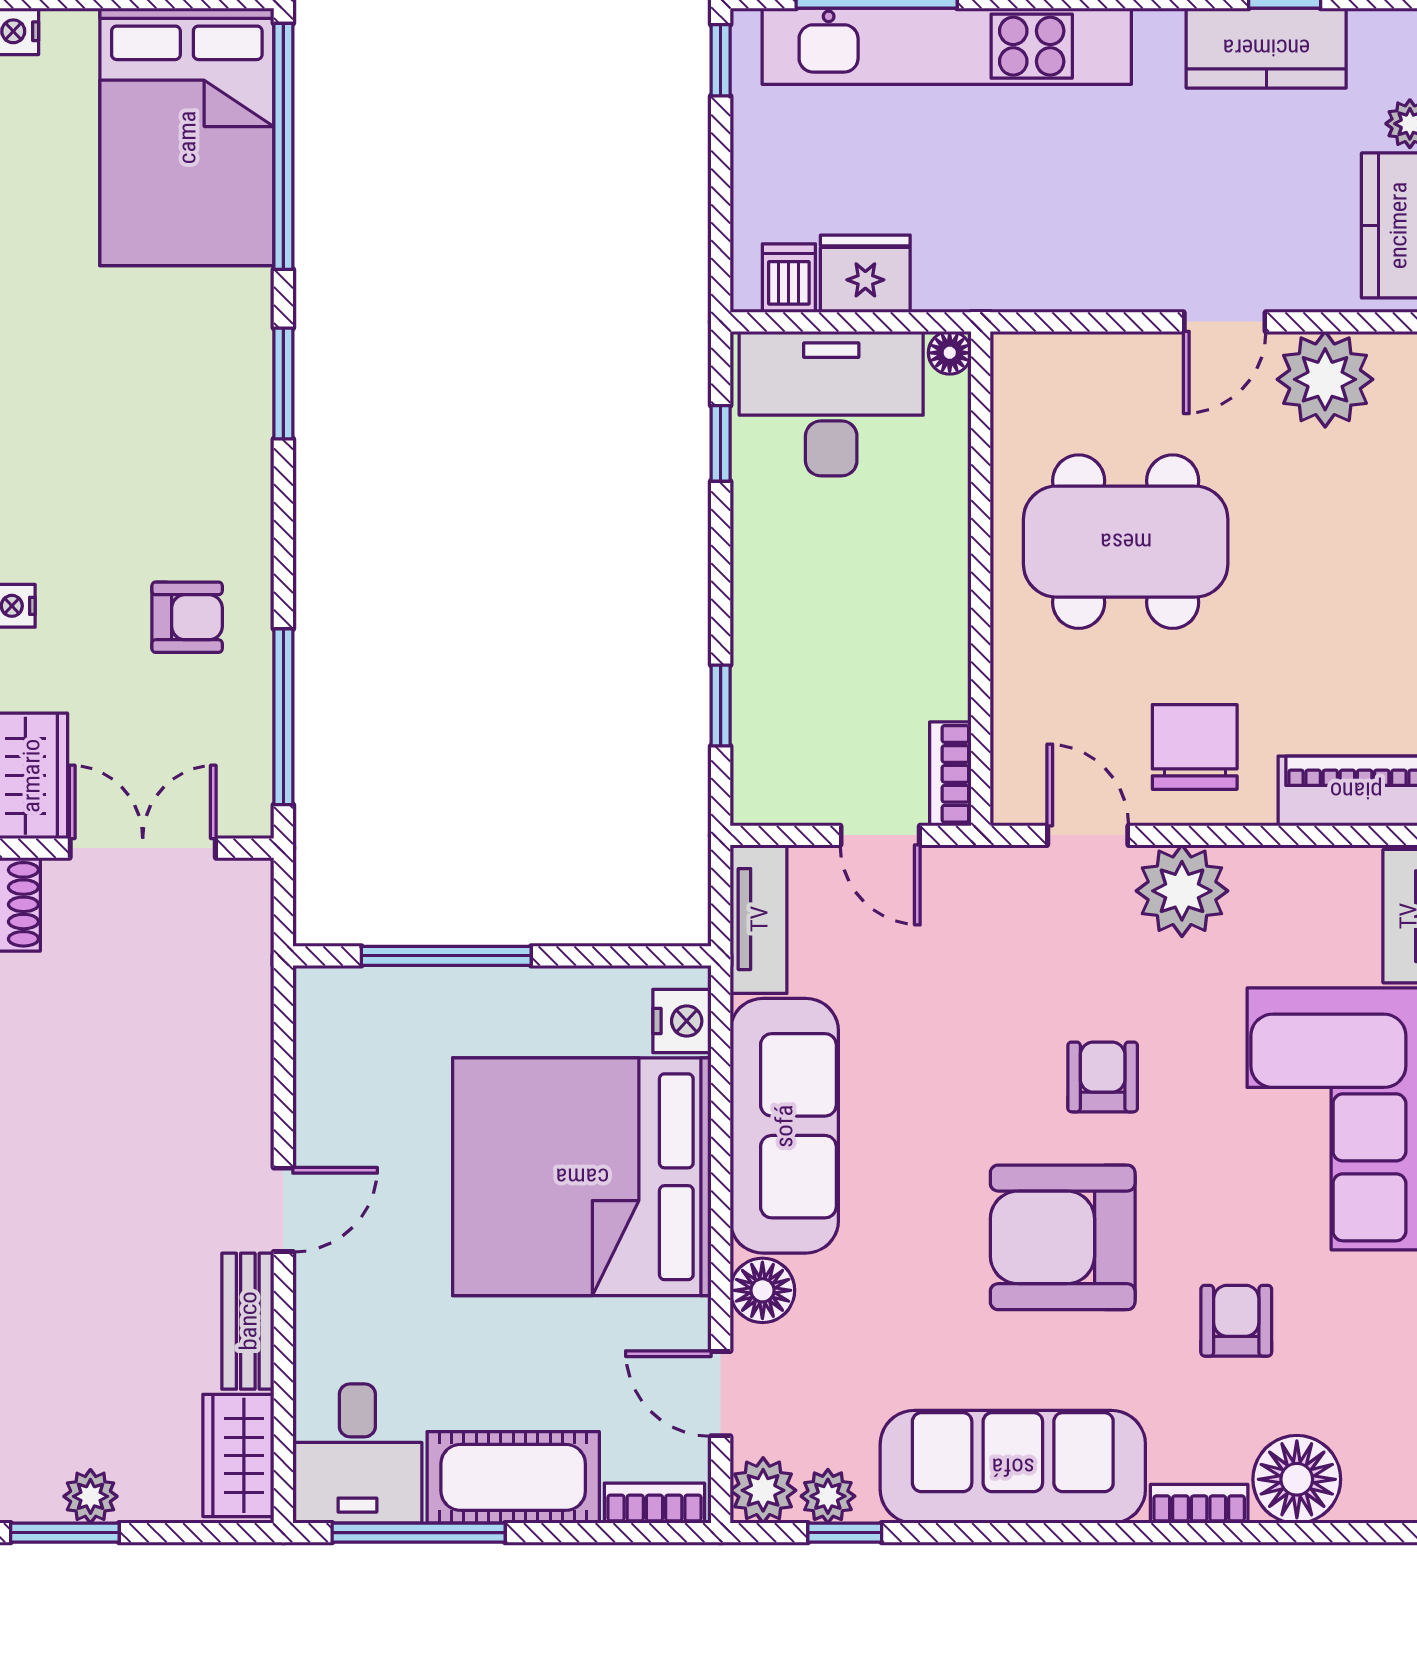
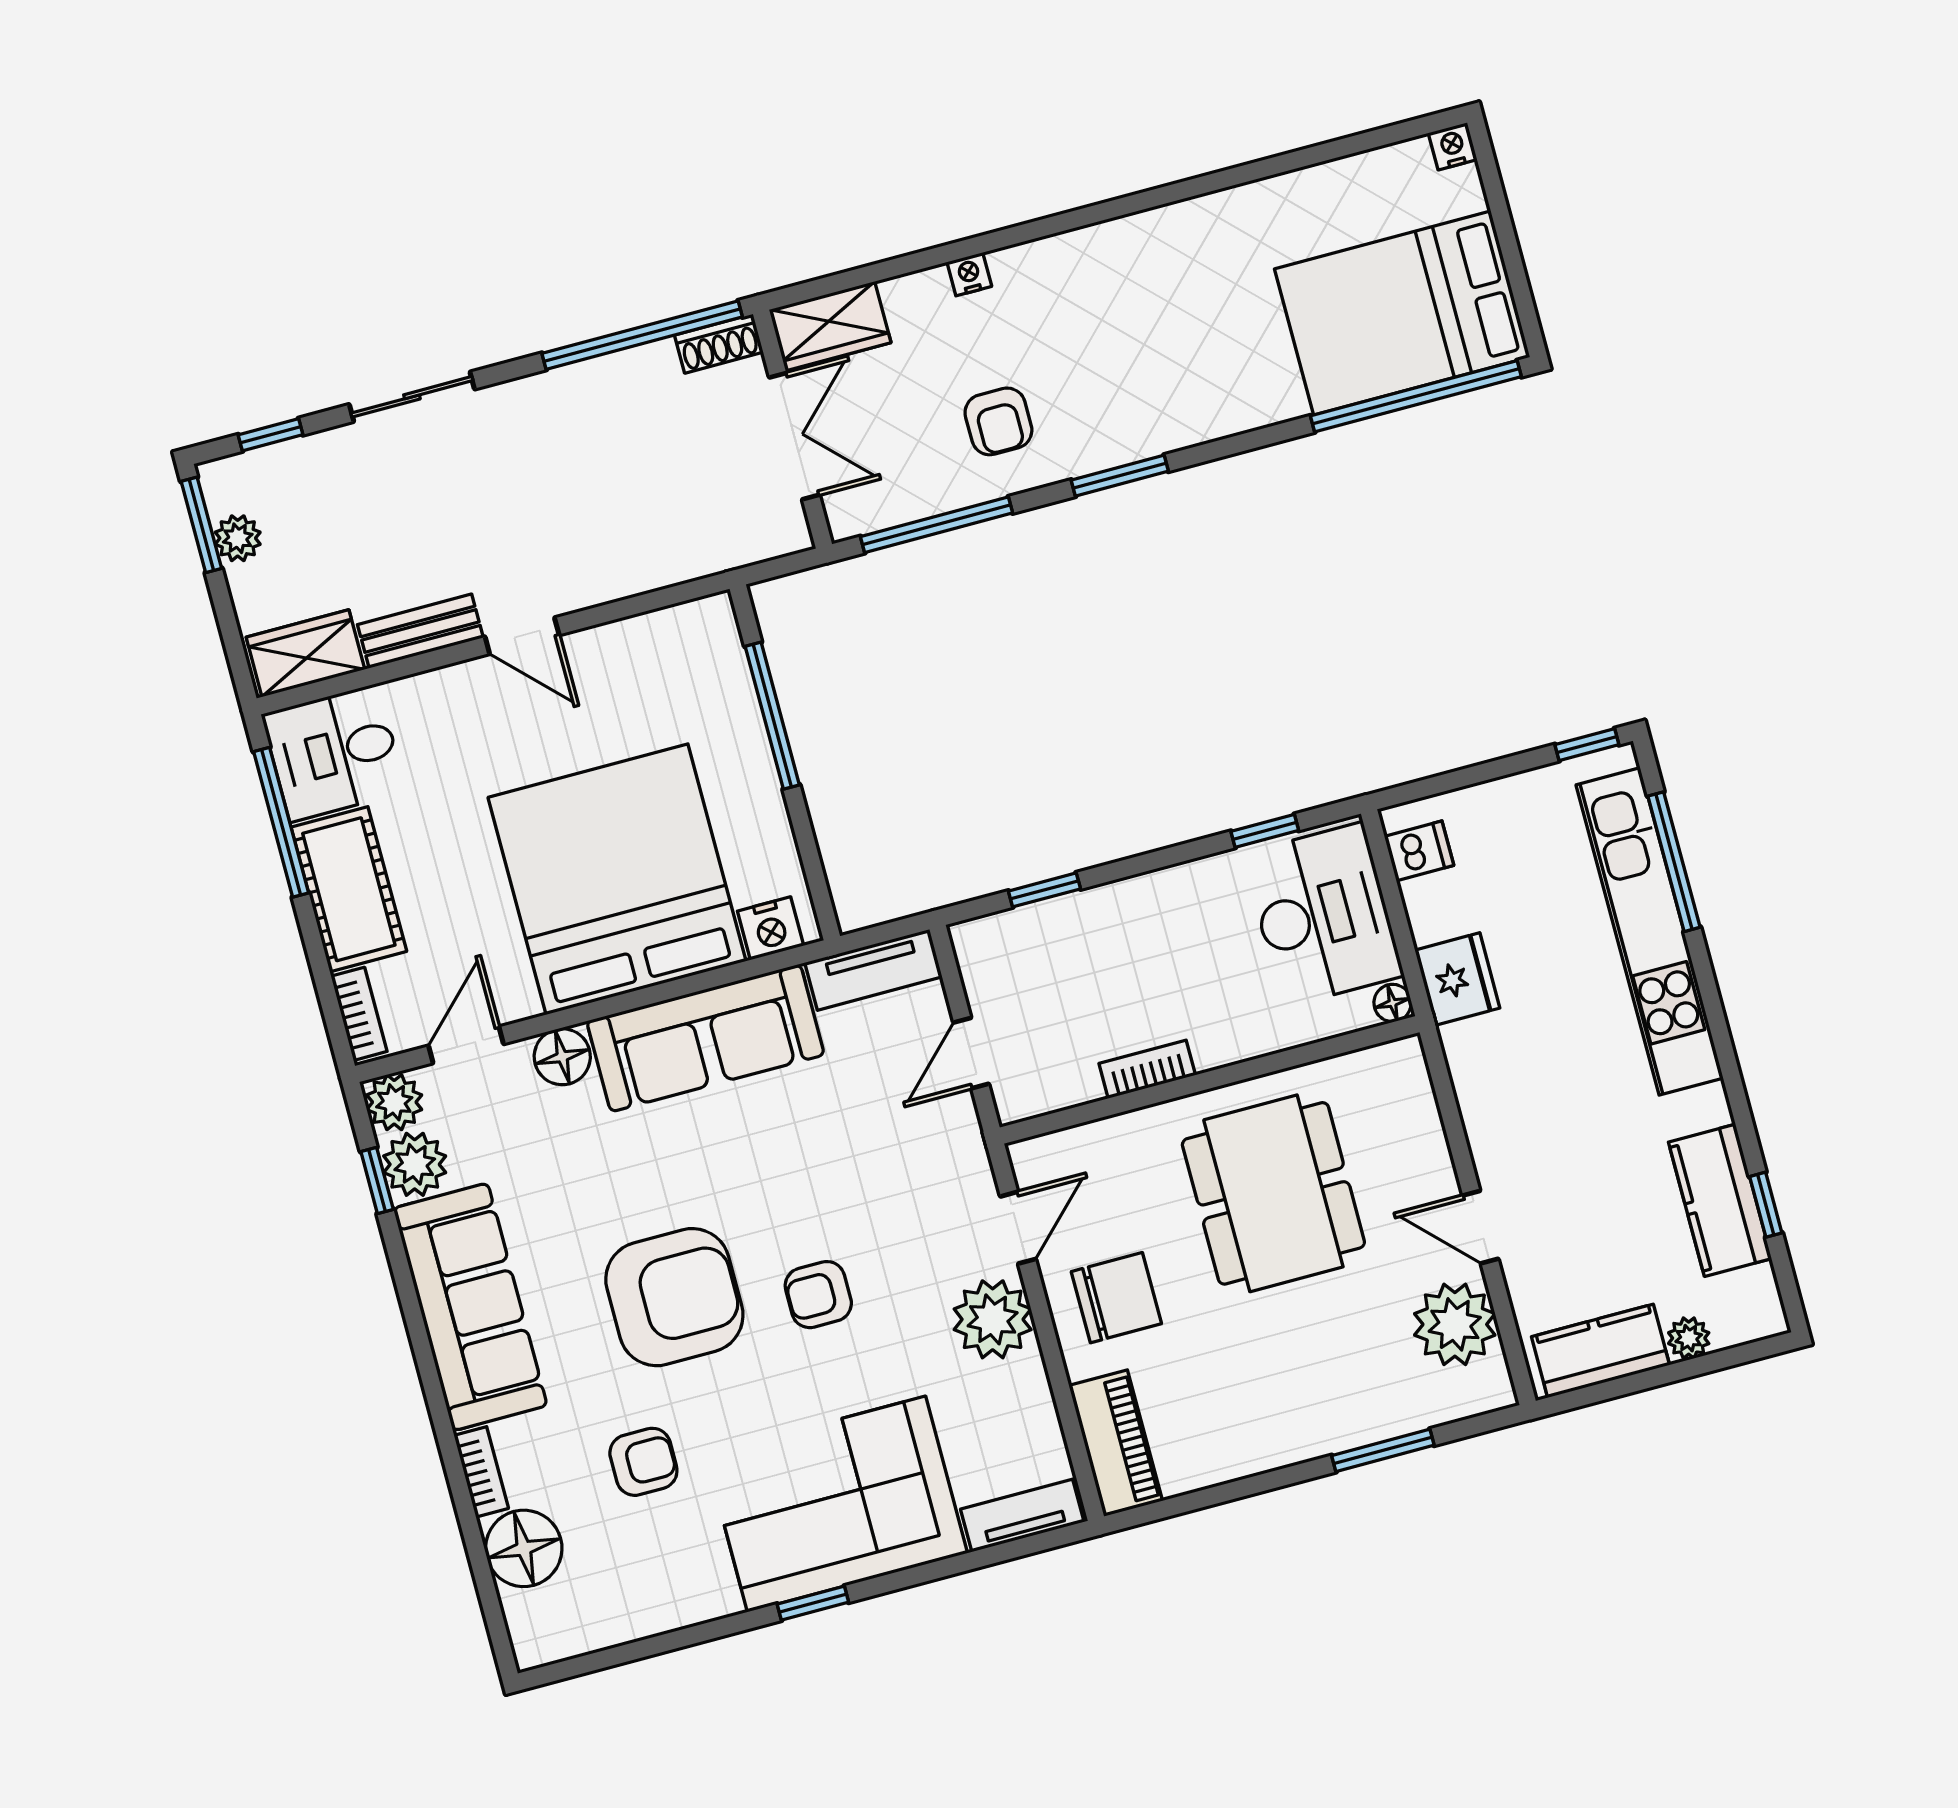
fridge: (865, 274) -> (1457, 979), moved
window: (283, 384) -> (1120, 476), moved
bookcase: (950, 774) -> (1147, 1069), moved
armchair: (1103, 1077) -> (818, 1295), turned 180
armchair: (1063, 1237) -> (674, 1297), turned 90
plant: (828, 1496) -> (415, 1164), width x1.38, depth x1.38

